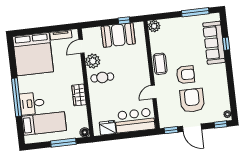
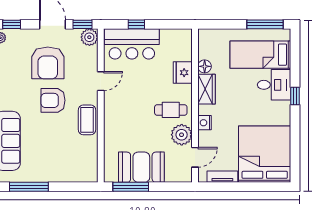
window: (124, 21) -> (131, 187), width x2.17
plant: (154, 26) -> (89, 37), moved
nightstand: (78, 71) -> (205, 123), added
window: (17, 97) -> (295, 96), width x0.32
fridge: (108, 128) -> (183, 73), moved, turned 90
floor lamp: (85, 132) -> (205, 66), moved
window: (133, 135) -> (136, 24), added
window: (63, 143) -> (265, 24), moved

